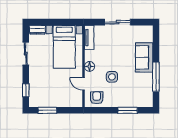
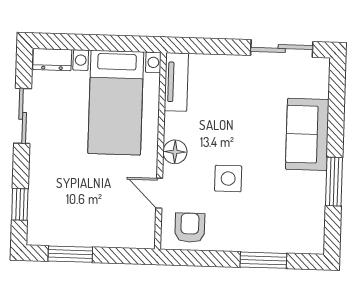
sliding door: (118, 22) -> (282, 48), moved
window: (156, 77) -> (334, 182), width x0.69

